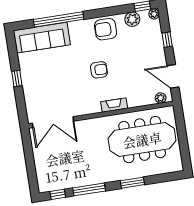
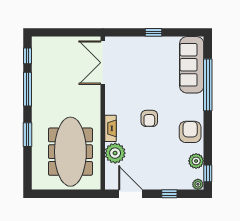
door: (173, 76) -> (131, 194), hinge flipped
plant: (161, 98) -> (115, 153), moved, width x1.88, depth x1.88

